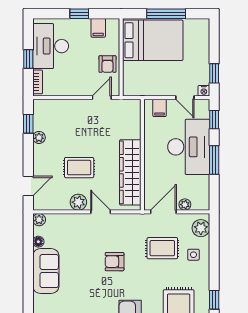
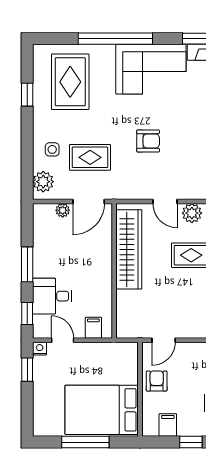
desk: (189, 147) -> (52, 296), width x0.53, depth x0.77

